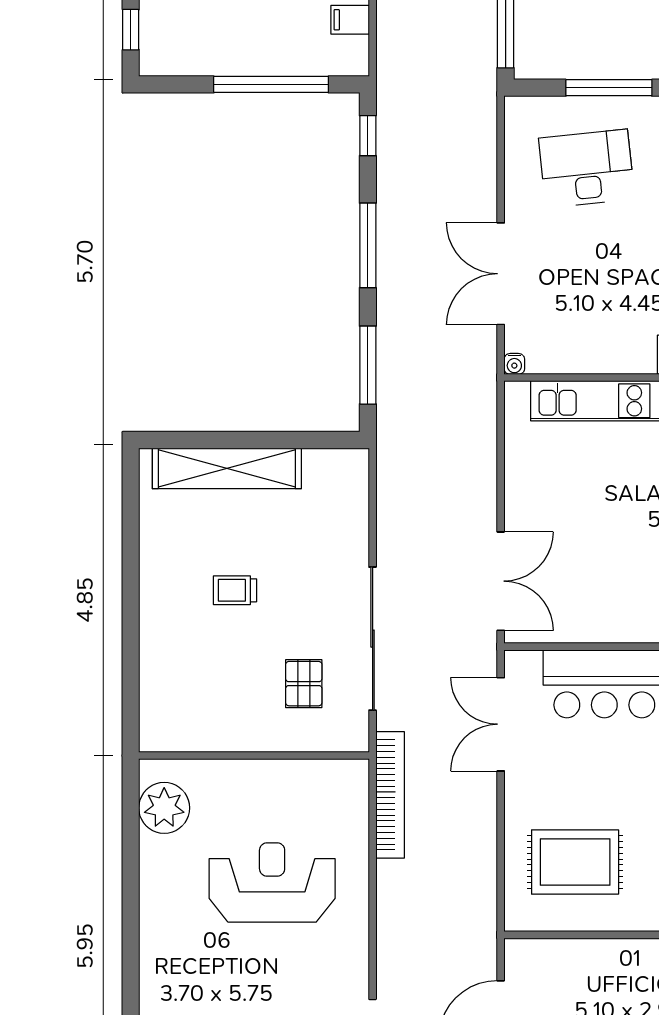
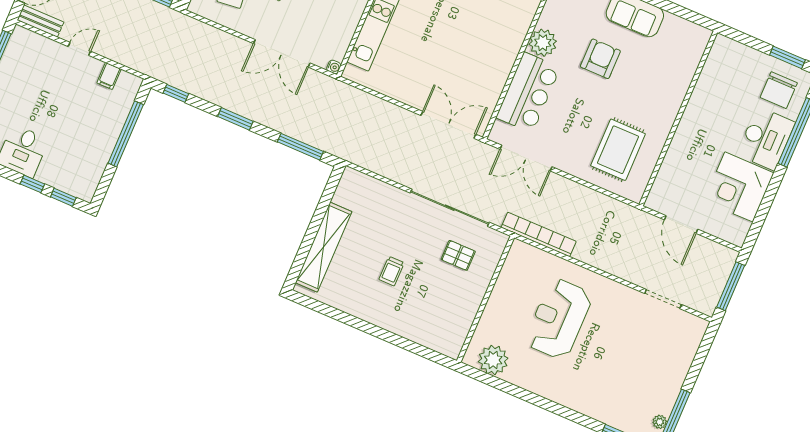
window: (368, 245) -> (235, 119), width x0.69

